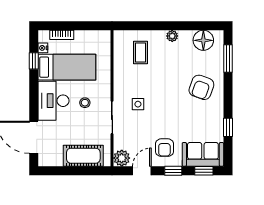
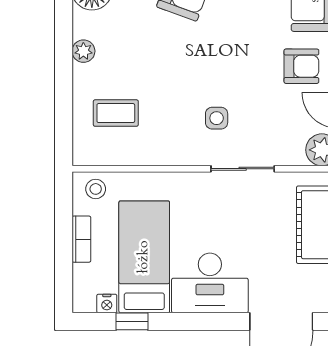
bookcase: (62, 35) -> (81, 239), moved
stool: (85, 103) -> (96, 189), moved

